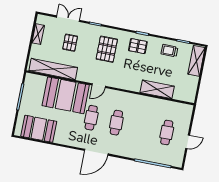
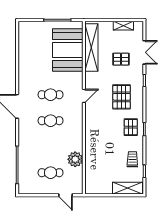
pallet: (107, 49) -> (122, 97), turned 90
door: (99, 86) -> (84, 96), swing flipped
shelving: (157, 89) -> (92, 155), removed
booth: (66, 95) -> (68, 50), moved
plant: (159, 106) -> (75, 159), added
booth: (39, 129) -> (29, 45), removed
door: (188, 142) -> (66, 195), moved

